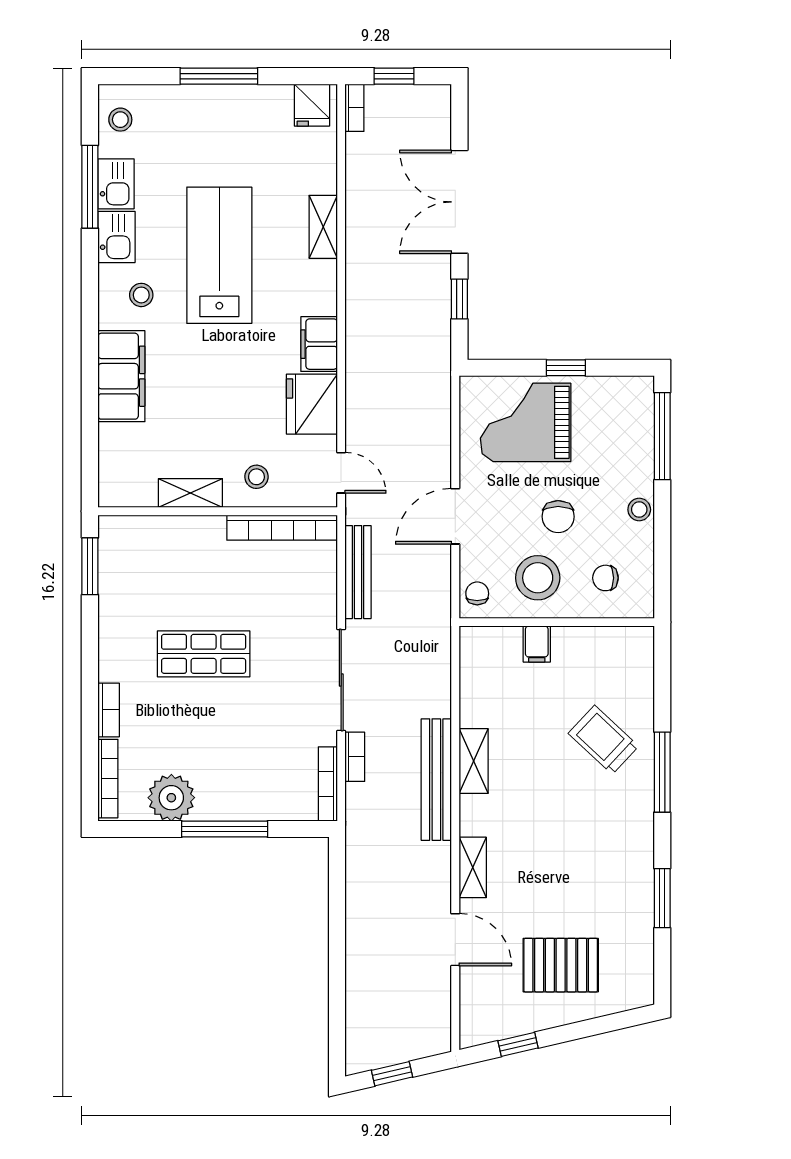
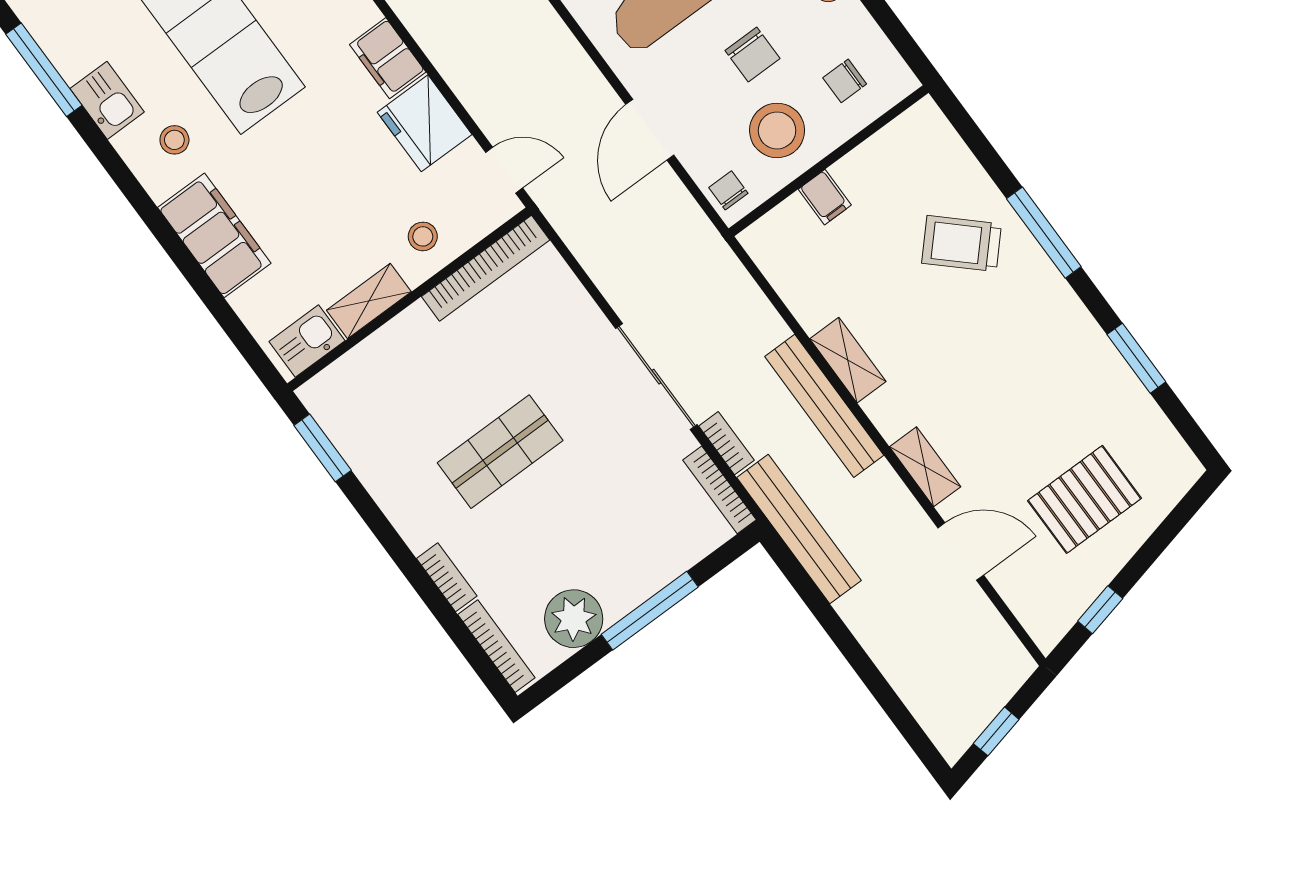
kitchen sink: (116, 184) -> (307, 341), moved, turned -90
bench: (358, 572) -> (799, 529), moved, width x1.37, depth x1.21

